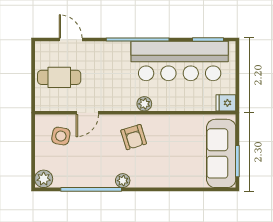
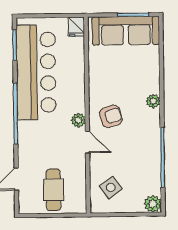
plant: (144, 104) -> (78, 120), moved
door: (87, 113) -> (87, 142), moved
side table: (61, 136) -> (111, 187), turned 45
plant: (123, 181) -> (153, 101), moved

